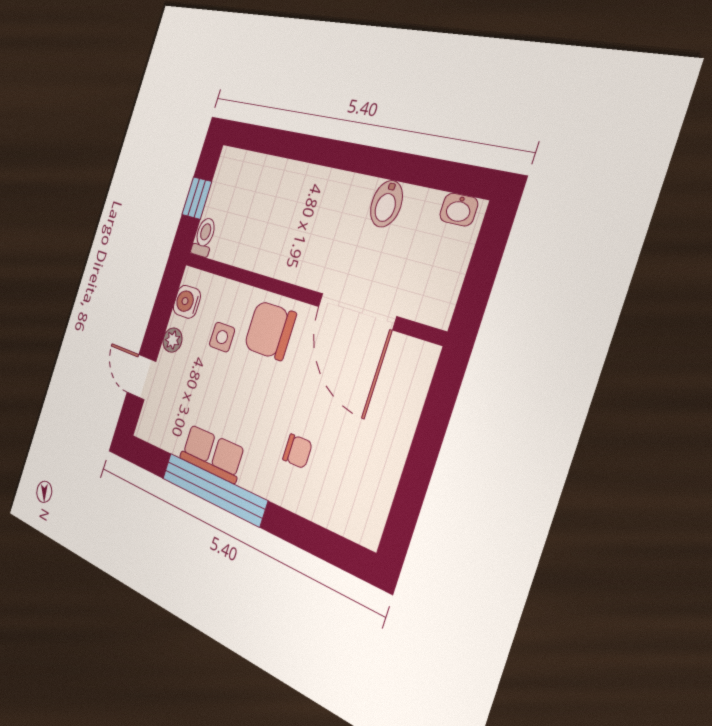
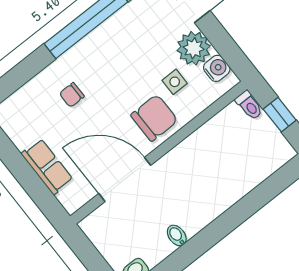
bidet: (386, 204) -> (177, 235), width x0.72, depth x0.74
plant: (172, 340) -> (194, 48), width x1.88, depth x1.88
row of seats: (212, 454) -> (47, 167), moved, turned -90

